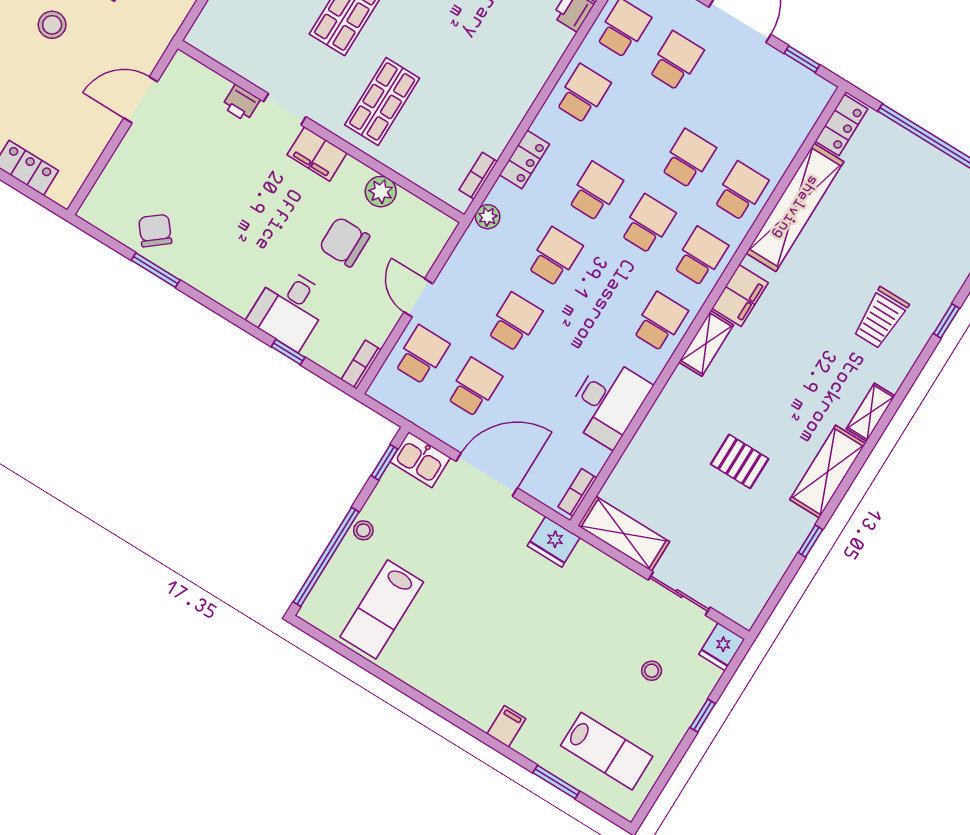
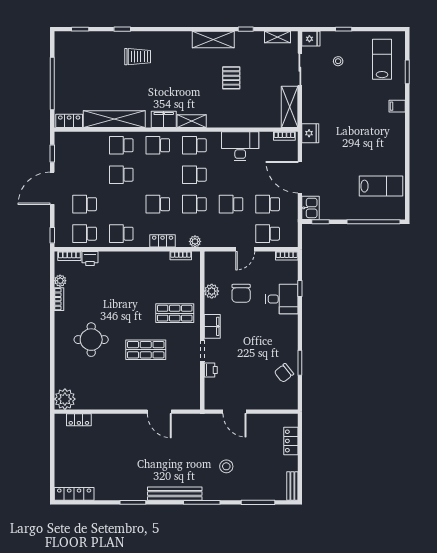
school desk: (648, 224) -> (194, 175), moved
shelving: (871, 412) -> (277, 37), moved
stool: (363, 530) -> (353, 213), removed

